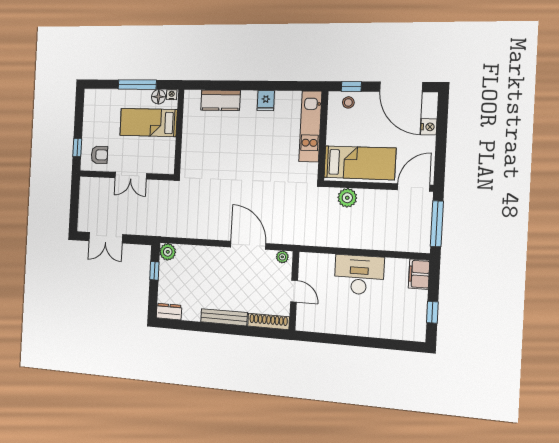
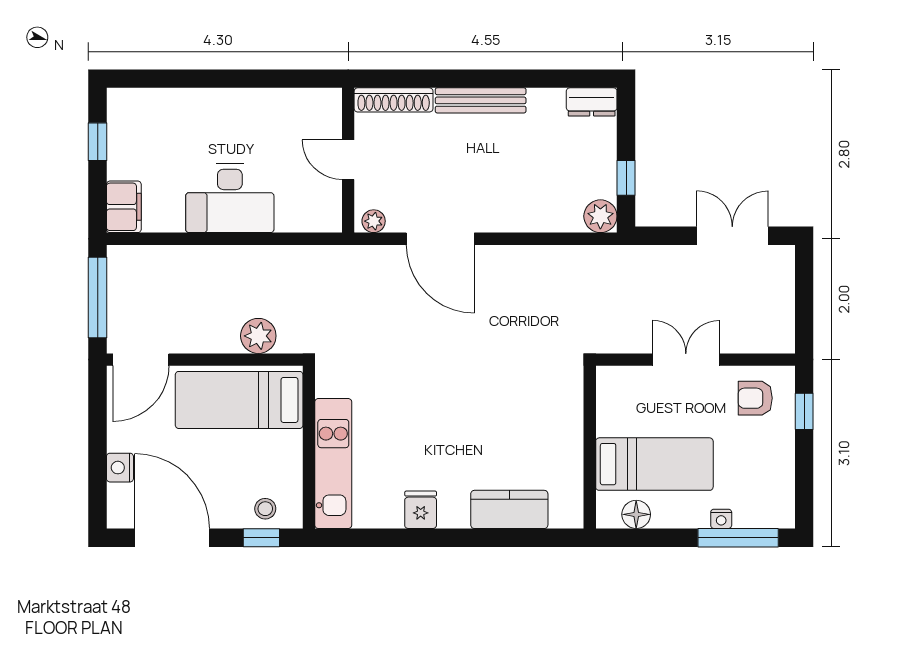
window: (137, 85) -> (738, 538), moved
nightstand: (172, 95) -> (721, 519), moved

